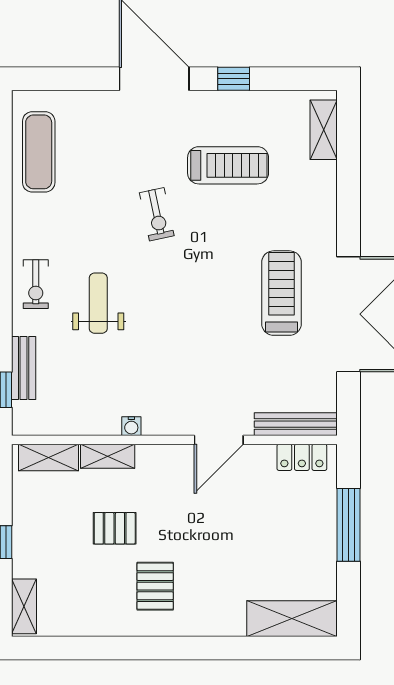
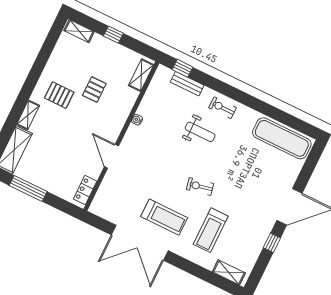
exercise mat: (39, 152) -> (282, 138), width x1.36, depth x1.45
treadmill: (228, 165) -> (211, 230), moved
exercise bike: (157, 214) -> (200, 186), moved
bench: (295, 424) -> (102, 195), removed
shelving: (108, 456) -> (28, 115), moved
window: (348, 525) -> (28, 188), moved

